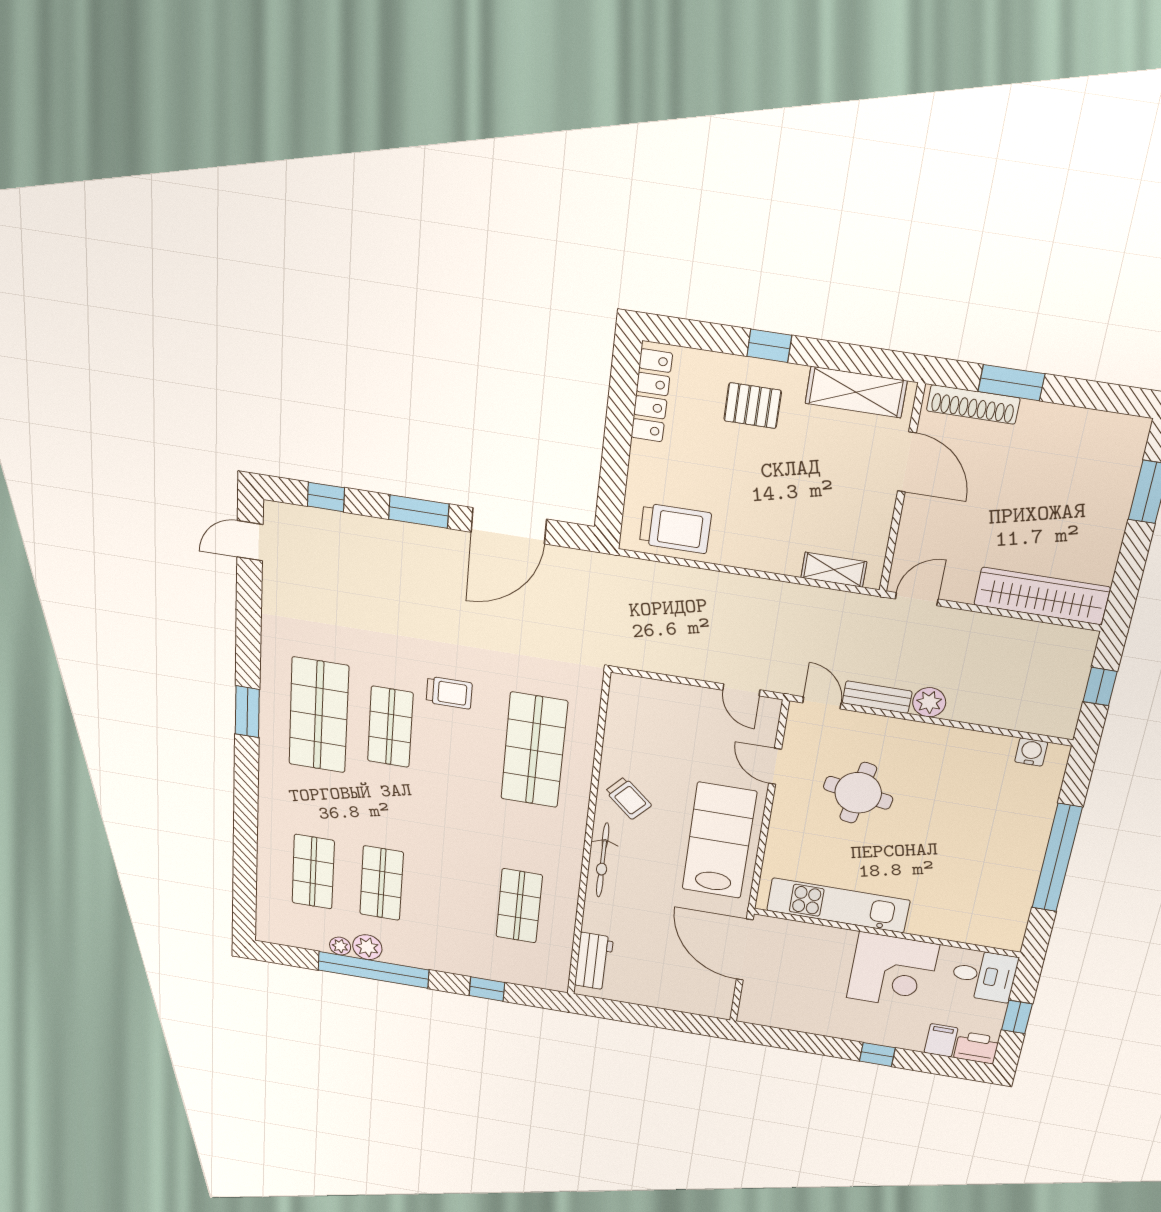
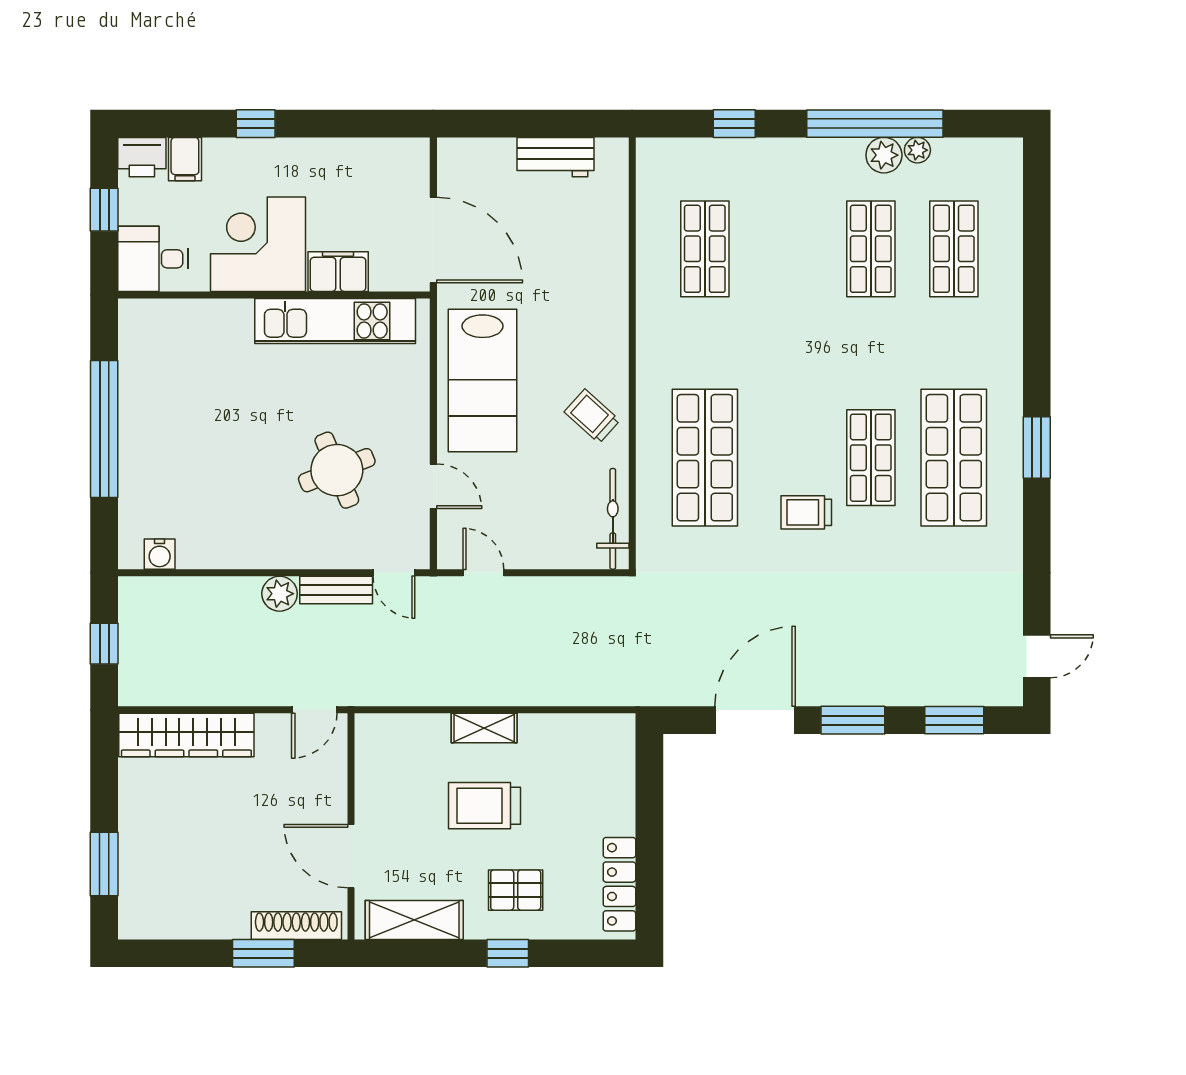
window: (326, 497) -> (954, 720), width x1.50
trolley: (675, 528) -> (485, 806), moved
shelving: (834, 570) -> (484, 728), moved
round table: (858, 793) -> (337, 470), turned -32
bicycle: (603, 860) -> (613, 519), moved
filing cabinet: (829, 941) -> (338, 272), added
workbench: (594, 961) -> (555, 157), moved, turned -90

